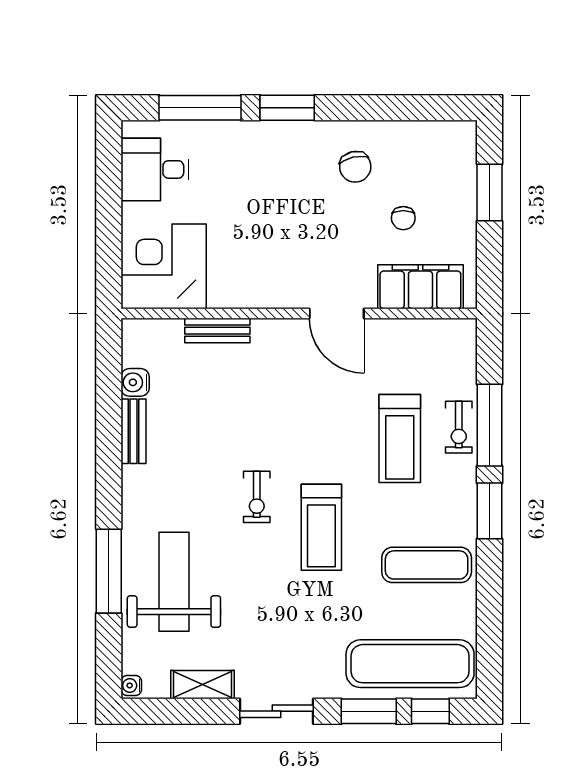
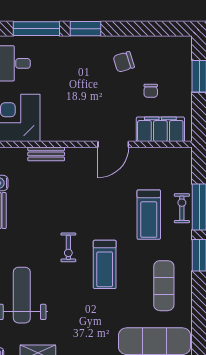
chair: (355, 167) -> (124, 62), turned 86
door: (337, 313) -> (113, 144), hinge flipped
exercise bike: (459, 427) -> (182, 208), turned 180
exercise mat: (427, 565) -> (164, 286), turned 90

